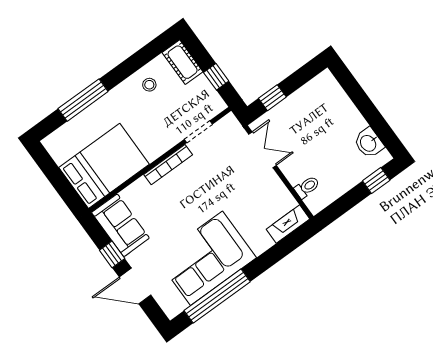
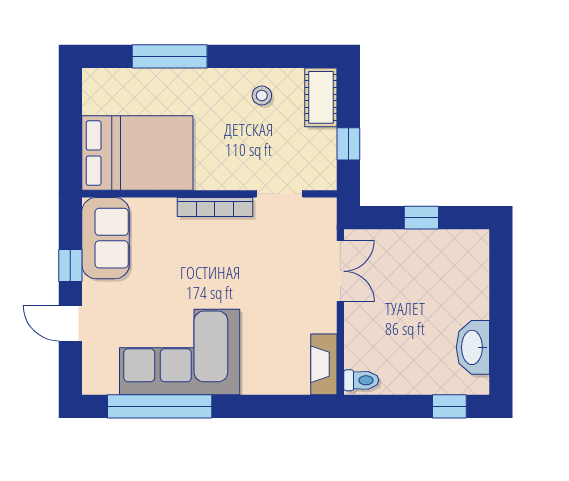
window: (272, 98) -> (421, 218), moved
washbasin: (369, 143) -> (473, 347), width x1.38
toilet: (307, 187) -> (361, 380), moved
fireplace: (288, 224) -> (324, 364), moved, turned -90
door: (135, 286) -> (70, 323), width x0.73

